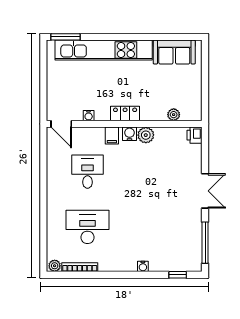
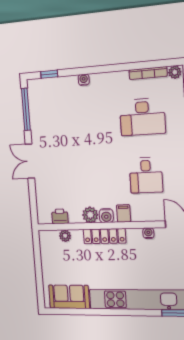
locker: (125, 113) -> (105, 236), width x1.53
printer: (194, 135) -> (60, 216), moved, turned -90

